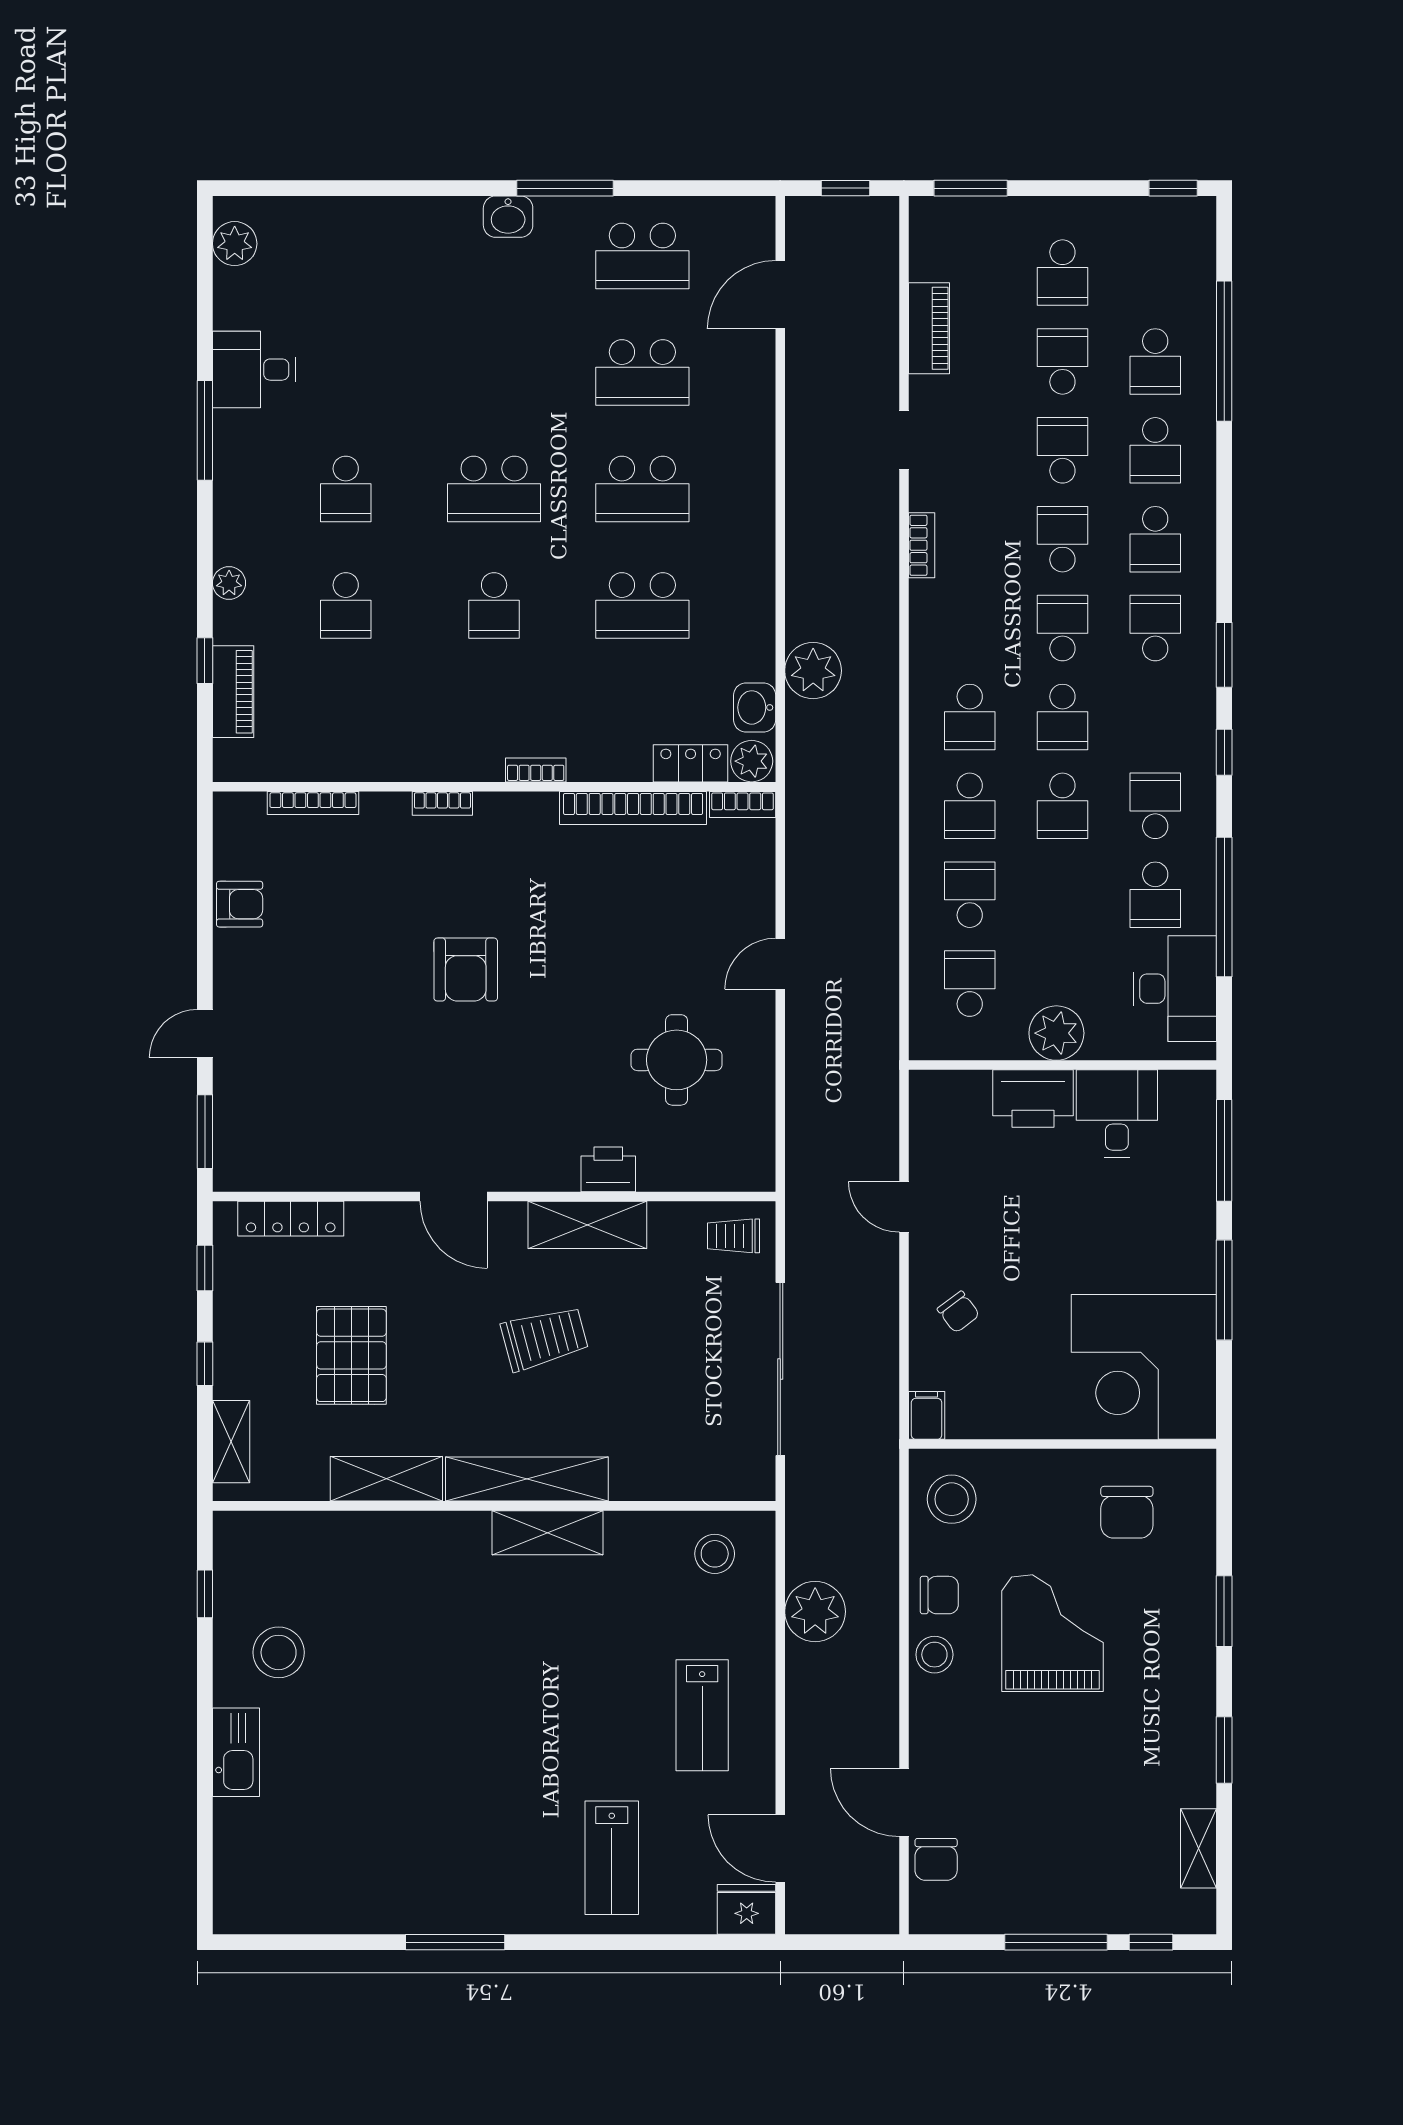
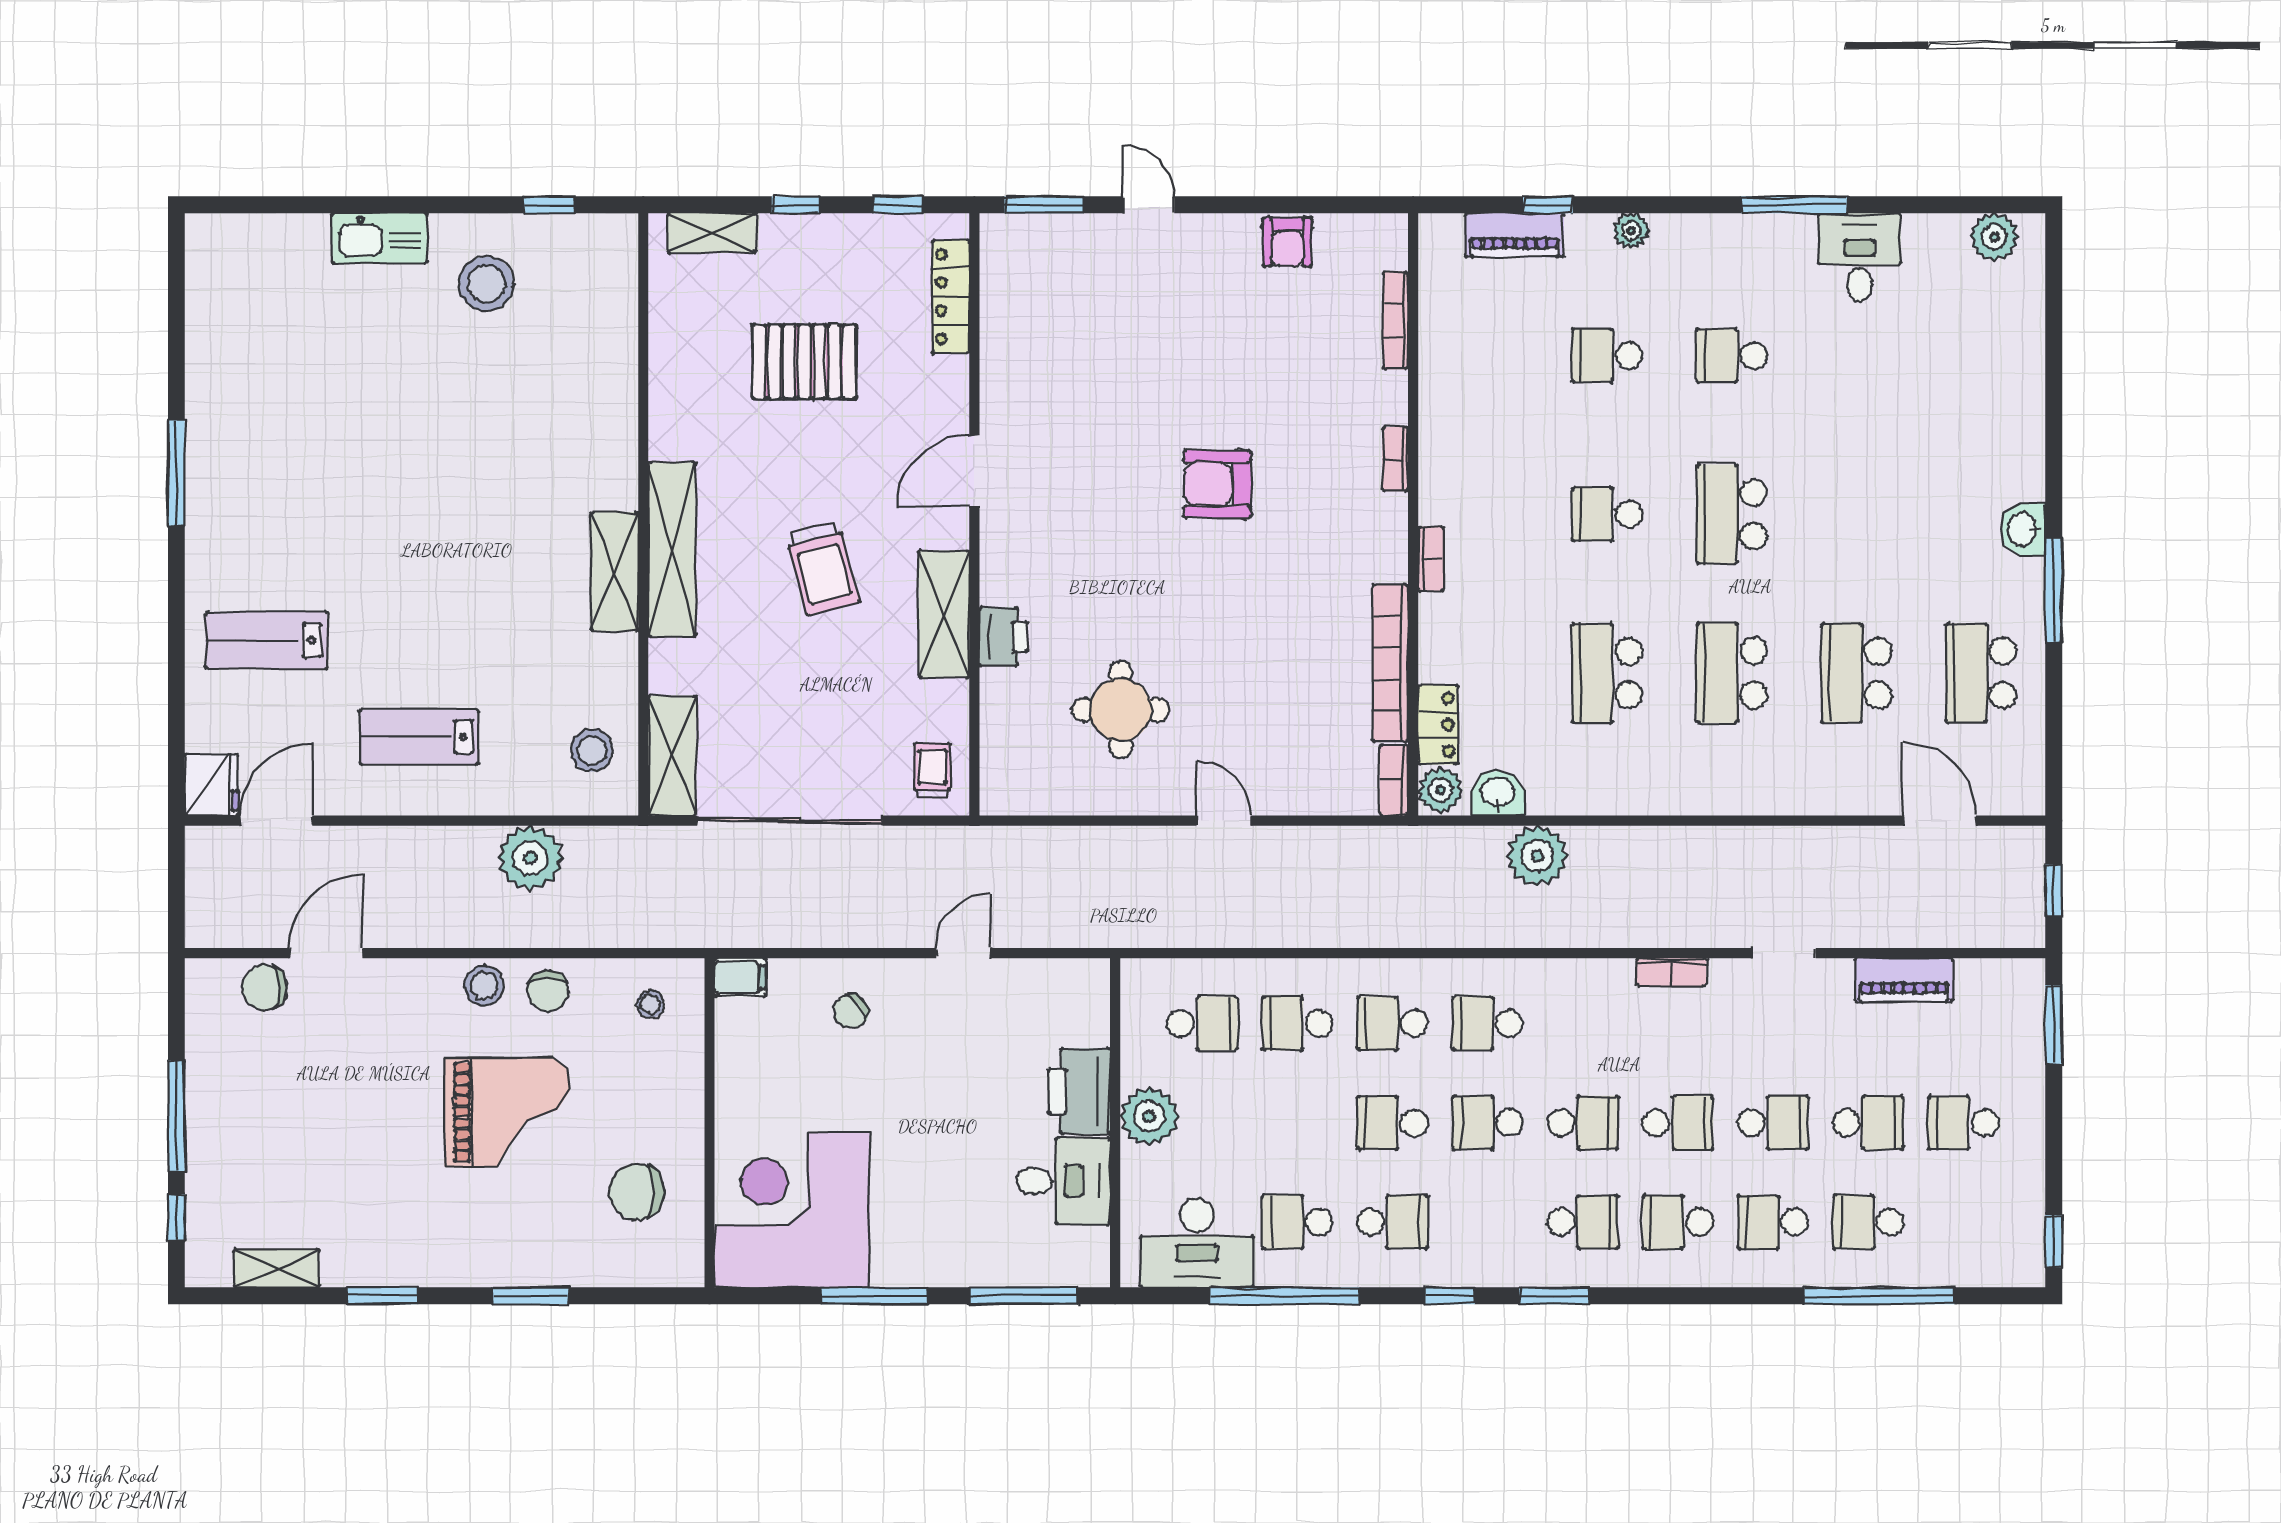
school desk: (970, 895) -> (1297, 1023), turned 180
shelving: (386, 1479) -> (672, 756), moved
stool: (952, 1499) -> (650, 1004), width x0.53, depth x0.53

